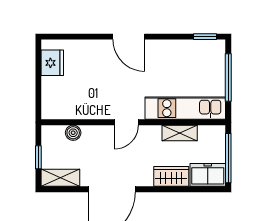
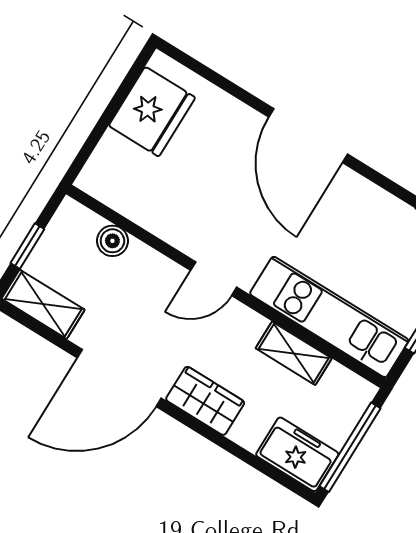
door: (129, 37) -> (308, 136), width x1.36
fridge: (52, 63) -> (152, 112), width x1.36, depth x1.34
wardrobe: (171, 176) -> (205, 401), moved

